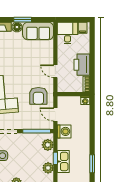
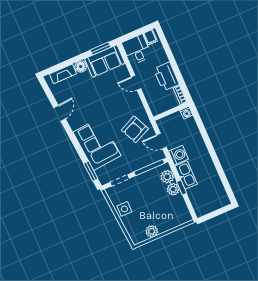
window: (23, 20) -> (100, 49), moved
door: (55, 71) -> (136, 83), moved
armchair: (38, 96) -> (135, 129), turned 65
kitchen sink: (63, 162) -> (186, 175), moved
window: (92, 164) -> (223, 177), removed
plant: (48, 168) -> (173, 189), moved

